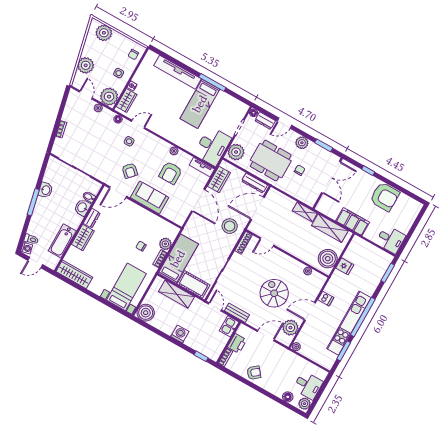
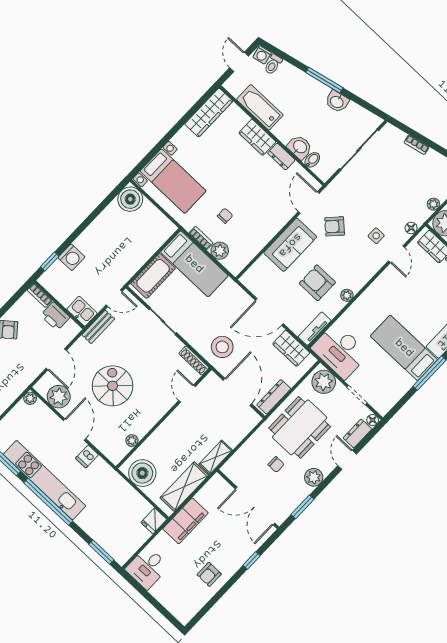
armchair: (385, 197) -> (209, 574), width x0.53, depth x0.53
fridge: (345, 266) -> (154, 521), moved
spiral stairs: (274, 293) -> (113, 386), turned -90
shelving: (177, 294) -> (145, 249), removed
washing machine: (180, 334) -> (71, 257), moved

